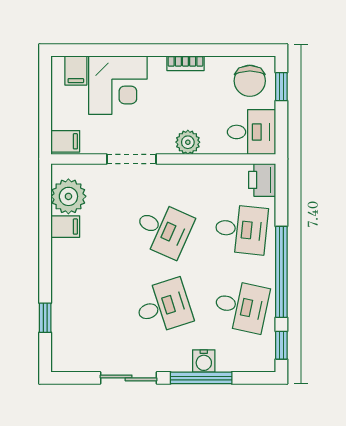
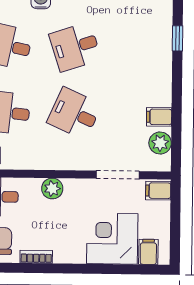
bookcase: (185, 63) -> (36, 257), moved
doorway: (132, 159) -> (118, 175), moved
plant: (68, 196) -> (160, 143), width x0.73, depth x0.73

